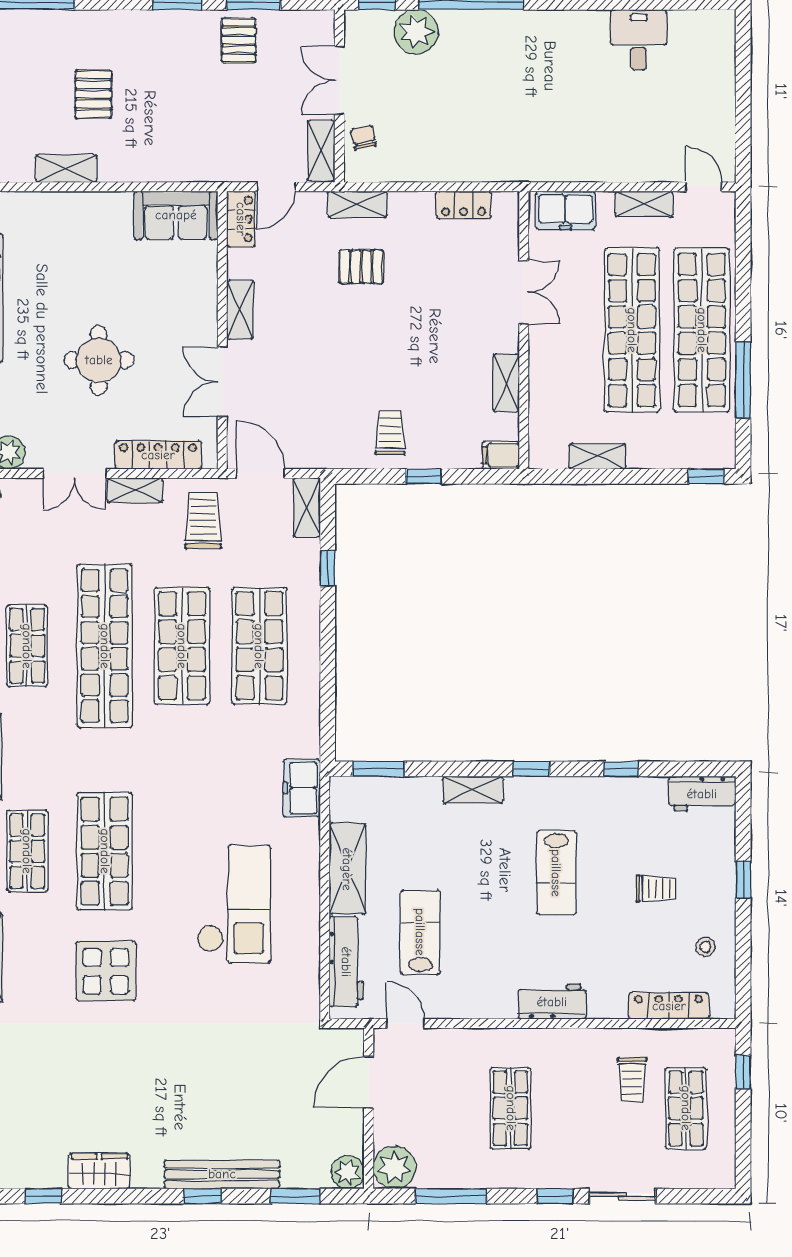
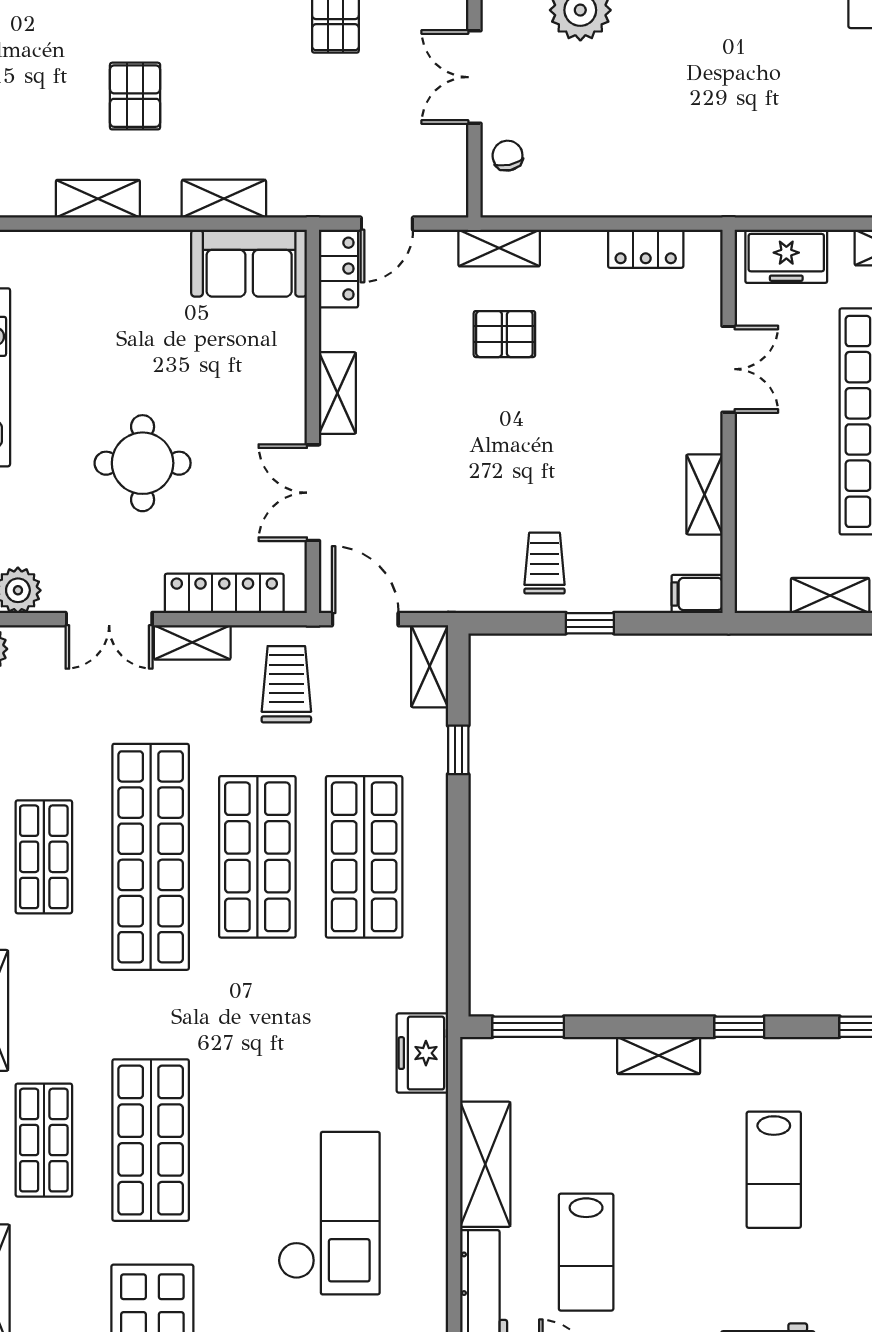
shelving: (321, 151) -> (224, 199), moved, turned 90
lab bench: (420, 932) -> (586, 1252), turned 180

